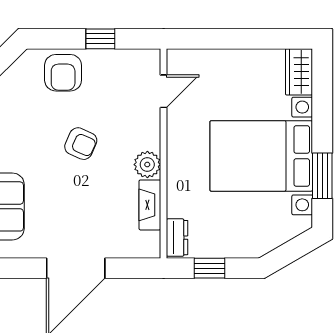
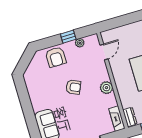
plant: (120, 58) -> (80, 43), added
fireplace: (150, 205) -> (117, 119), moved

